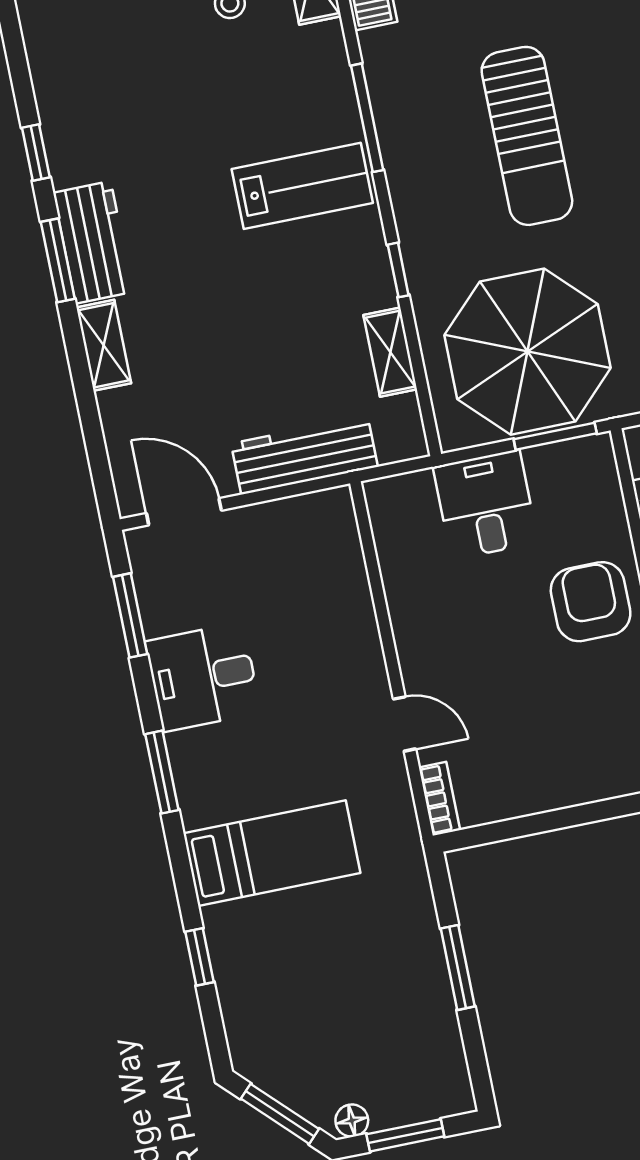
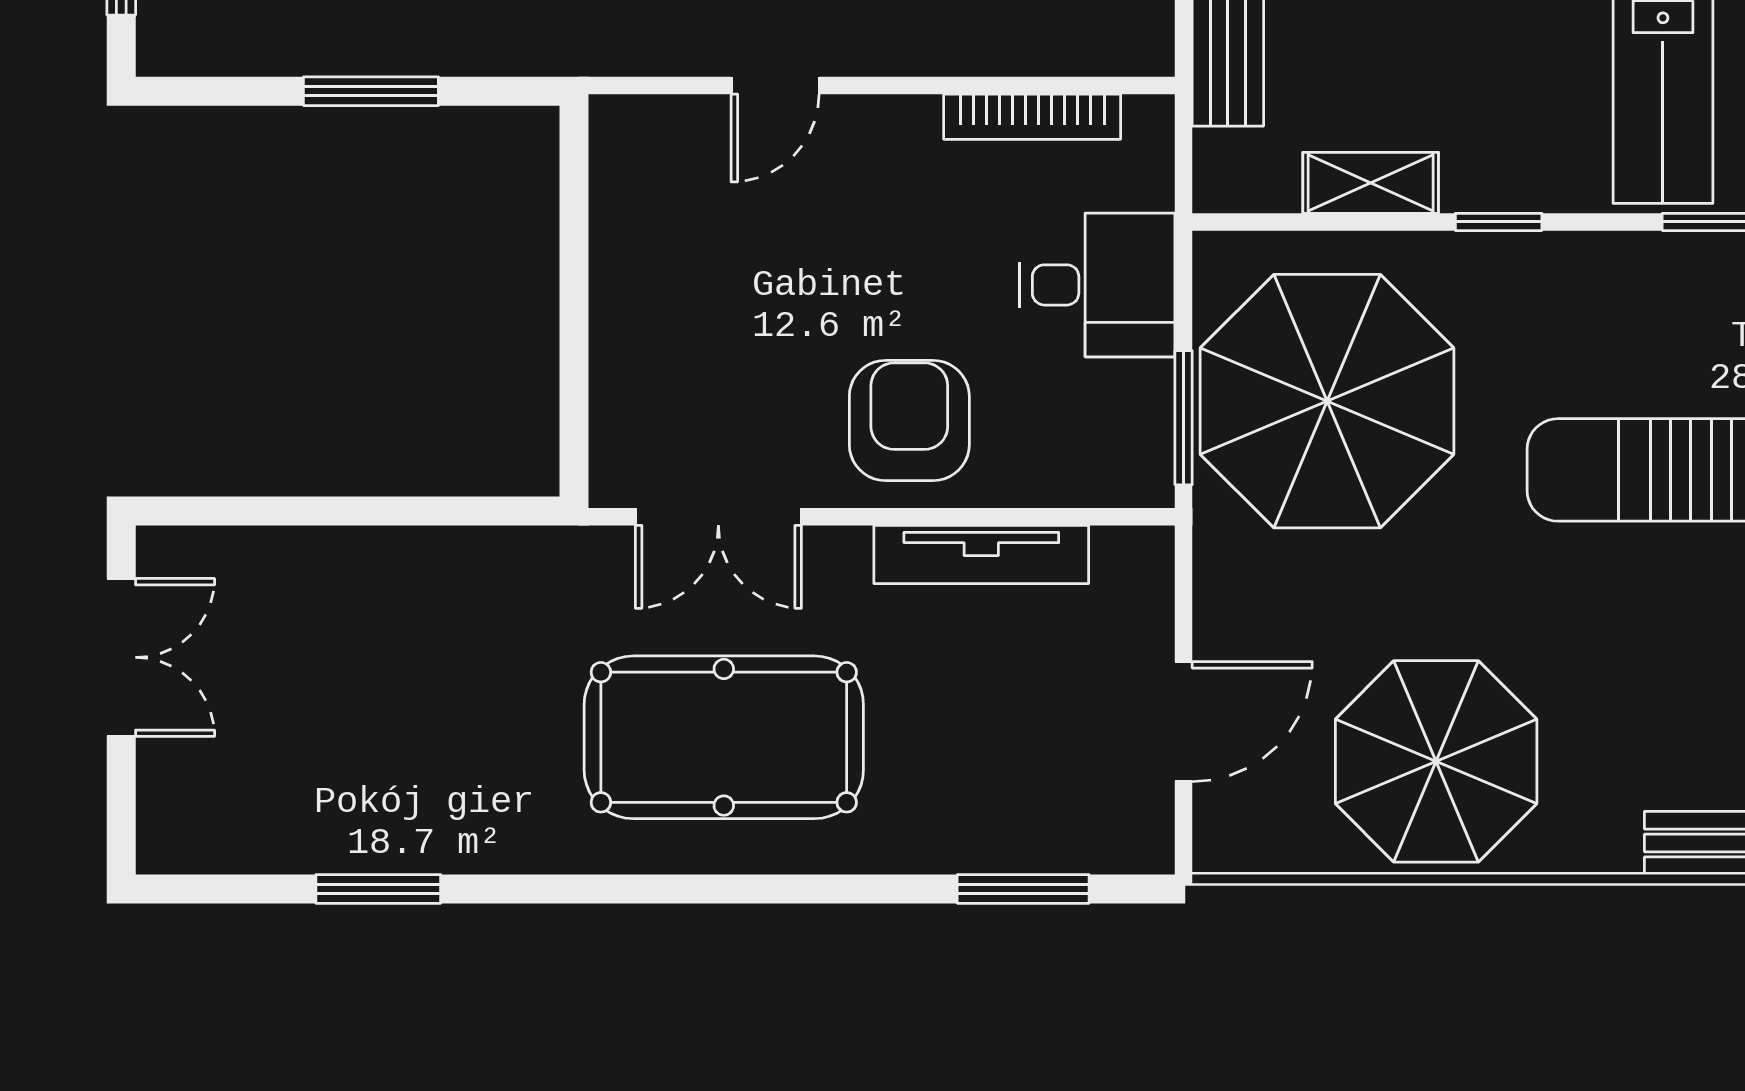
armchair: (591, 602) -> (909, 420), turned -90
bookcase: (439, 799) -> (1032, 117), moved, width x1.56

